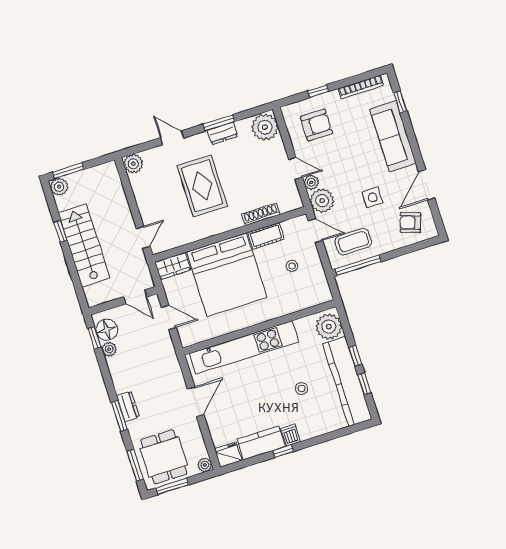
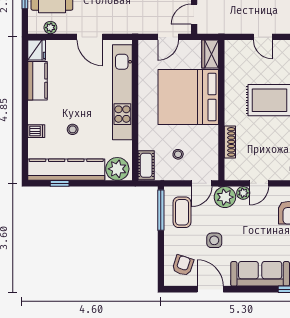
cot: (266, 236) -> (146, 165), moved
door: (143, 237) -> (263, 37), moved
window: (355, 356) -> (86, 183), removed
dishwasher: (291, 435) -> (36, 131), moved
window: (283, 451) -> (25, 97), removed
plant: (205, 465) -> (50, 28), moved

